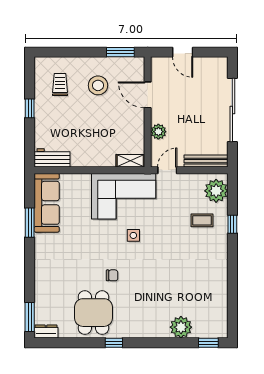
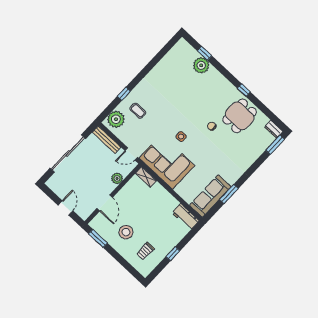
window: (208, 343) -> (204, 53), moved

